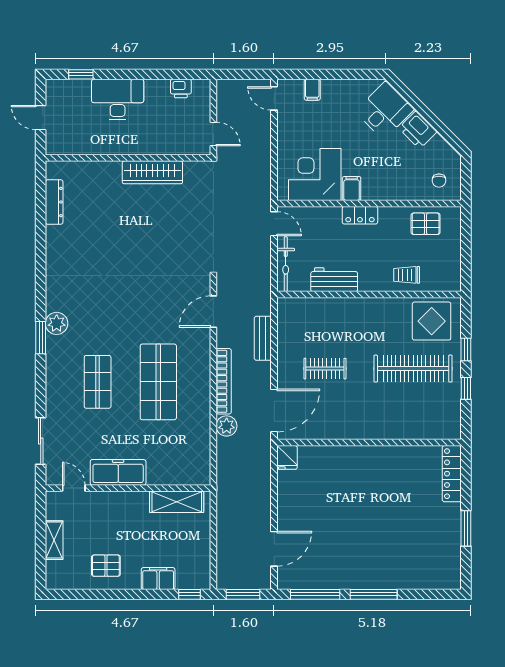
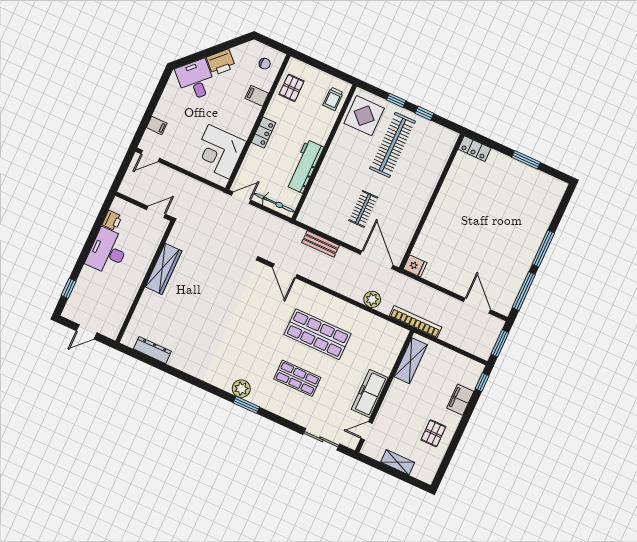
desk: (118, 100) -> (108, 251), moved
filing cabinet: (352, 188) -> (257, 96), moved
trolley: (407, 275) -> (333, 99), moved
workbench: (334, 280) -> (305, 166), width x1.38
bookcase: (224, 381) -> (416, 322), moved
locker: (452, 474) -> (475, 149), width x0.66

